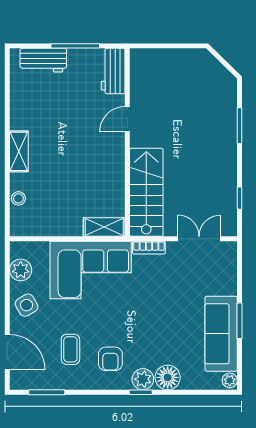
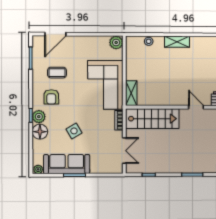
plant: (21, 270) -> (116, 43), moved
side table: (27, 305) -> (74, 131), moved
armchair: (110, 359) -> (51, 97), turned -90

